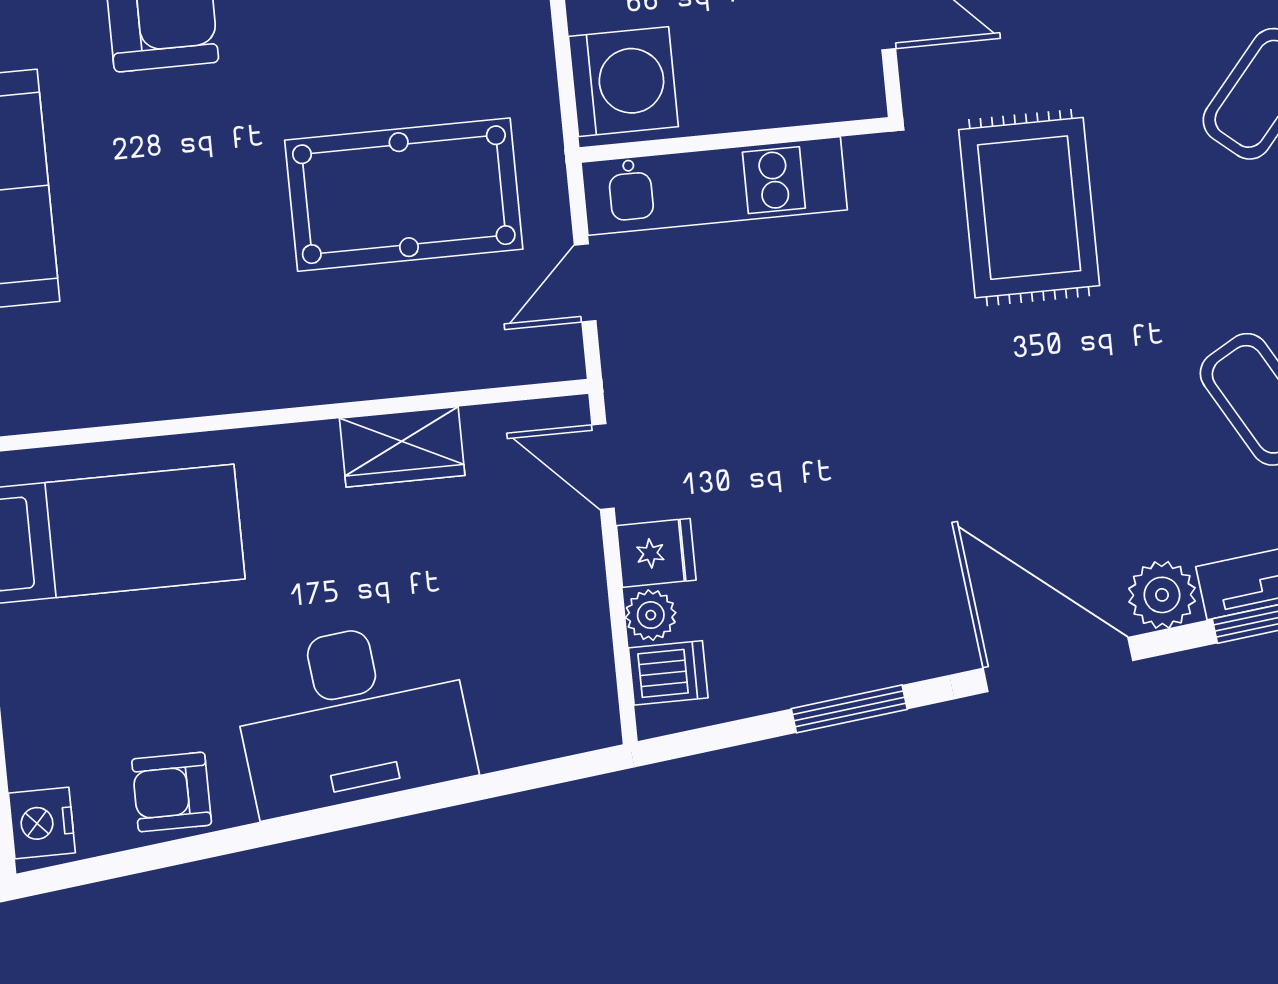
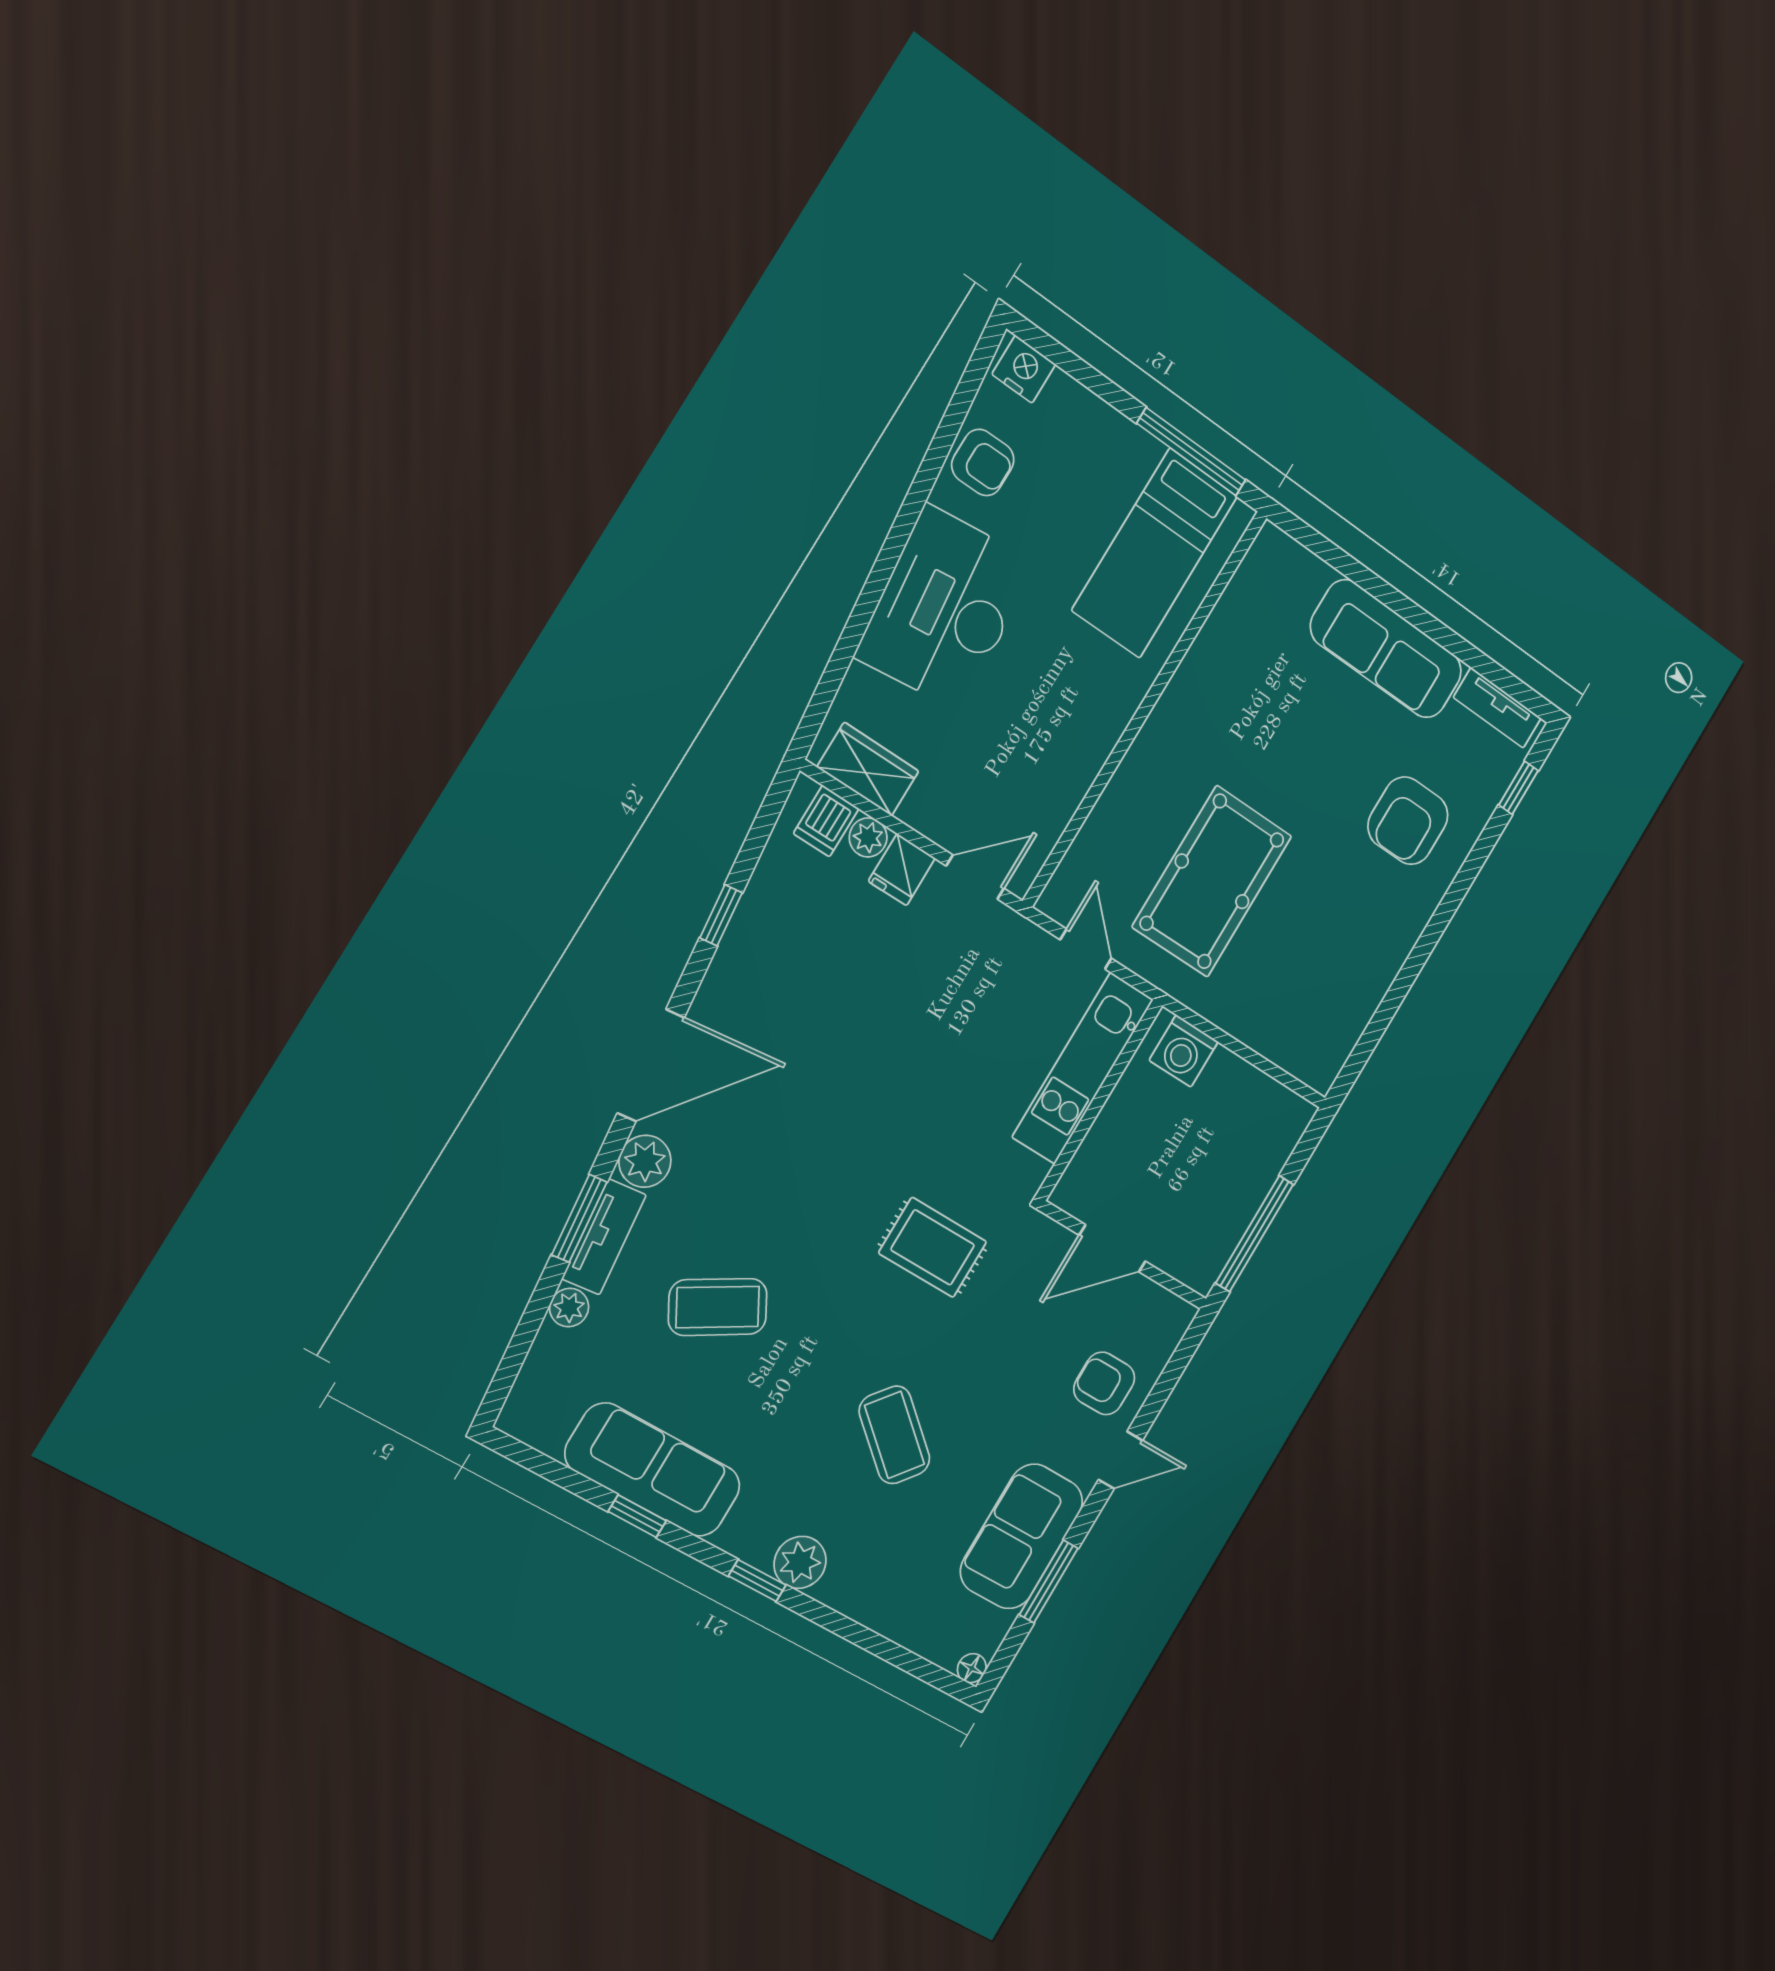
washing machine: (623, 82) -> (1184, 1051), width x0.73, depth x0.73
rug: (1029, 208) -> (933, 1247), width x0.73, depth x0.70
wardrobe: (402, 447) -> (868, 769), moved, turned 90
window: (849, 709) -> (721, 915), width x0.67
armchair: (172, 792) -> (983, 463), turned 90

